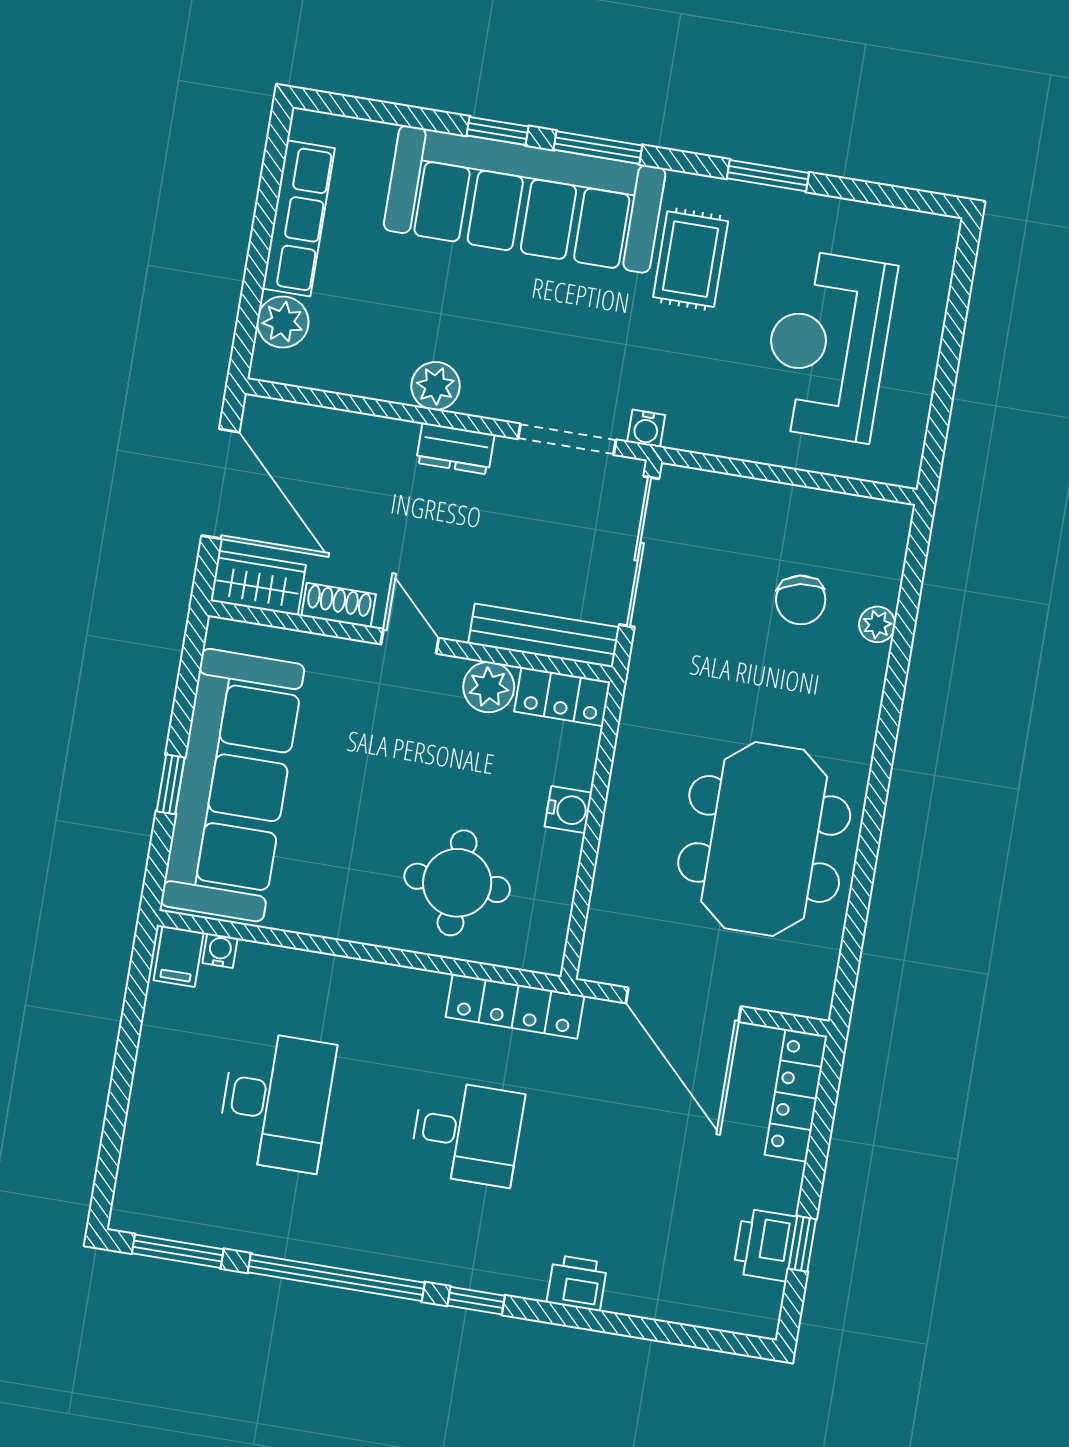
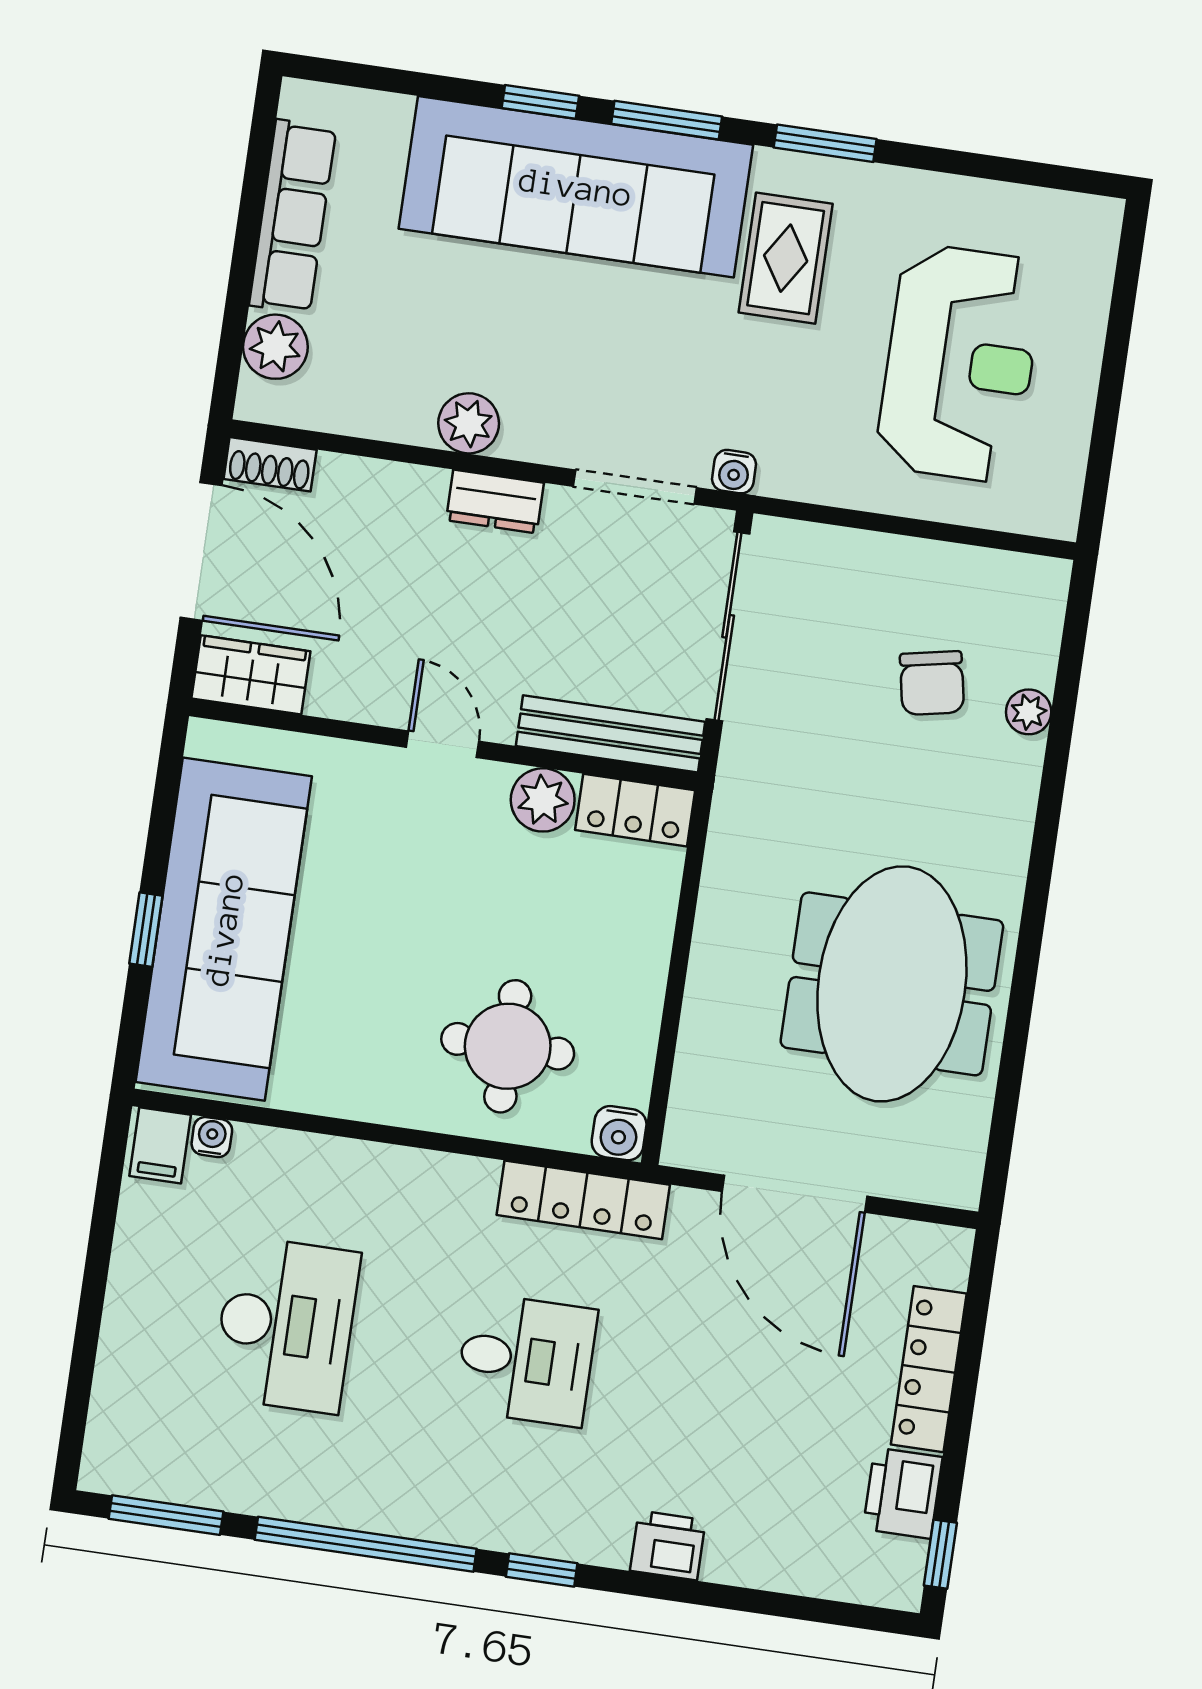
window: (768, 176) -> (825, 143), moved
reception desk: (828, 346) -> (960, 363), turned 180
shoe rack: (339, 605) -> (270, 464), moved, turned 180
water cooler: (568, 810) -> (619, 1133), moved, turned 90
locker: (796, 1095) -> (929, 1369), moved
window: (802, 1244) -> (940, 1554), moved

